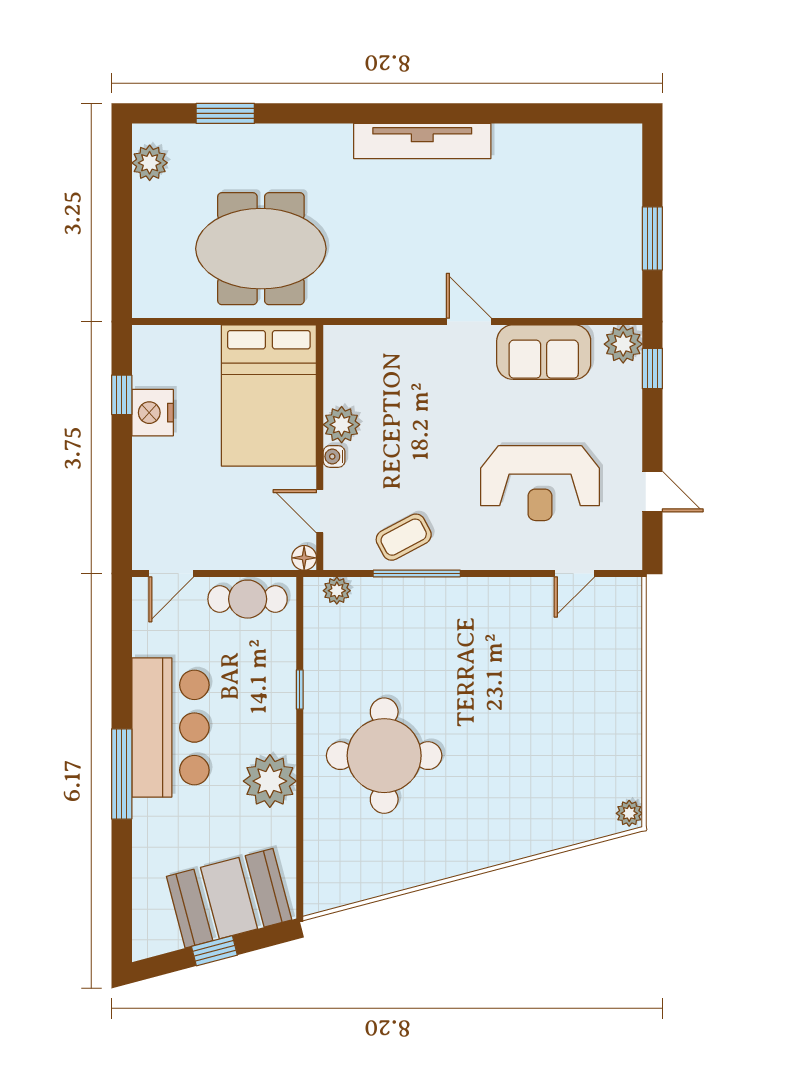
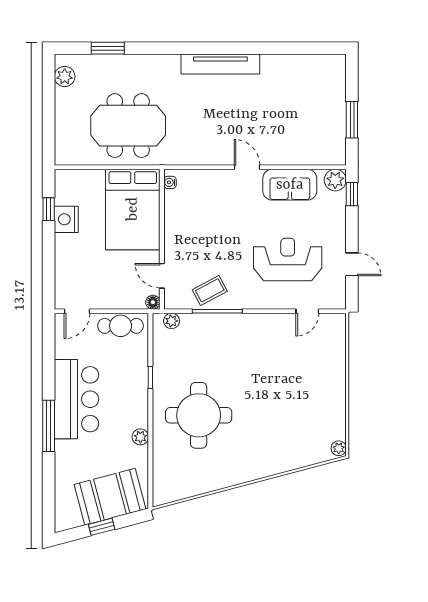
plant: (342, 425) -> (174, 226), removed
water cooler: (334, 456) -> (170, 182), moved
reception desk: (540, 483) -> (288, 260), turned 180
plant: (270, 781) -> (140, 437), width x0.53, depth x0.53

